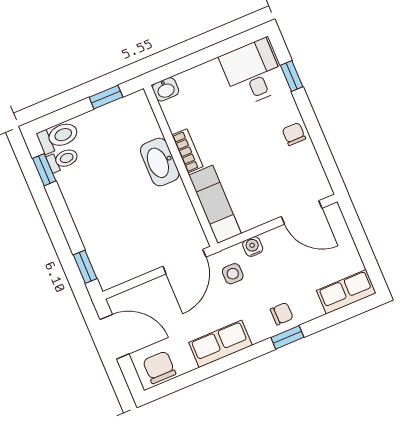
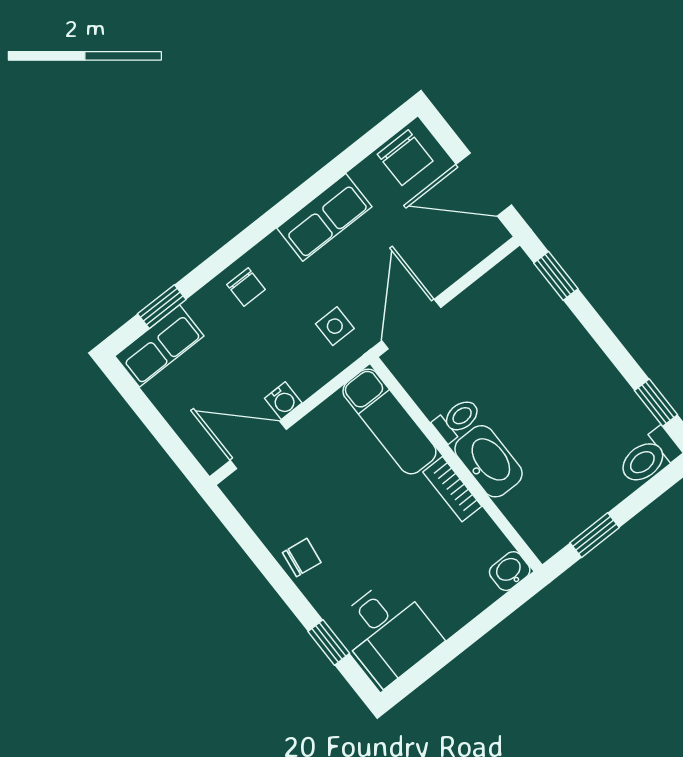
chair: (294, 134) -> (302, 558), turned -82
toilet: (63, 160) -> (457, 420), moved, turned 180
water cooler: (253, 247) -> (283, 401), moved
chair: (282, 314) -> (246, 287), turned -90
window: (287, 337) -> (162, 307), moved

